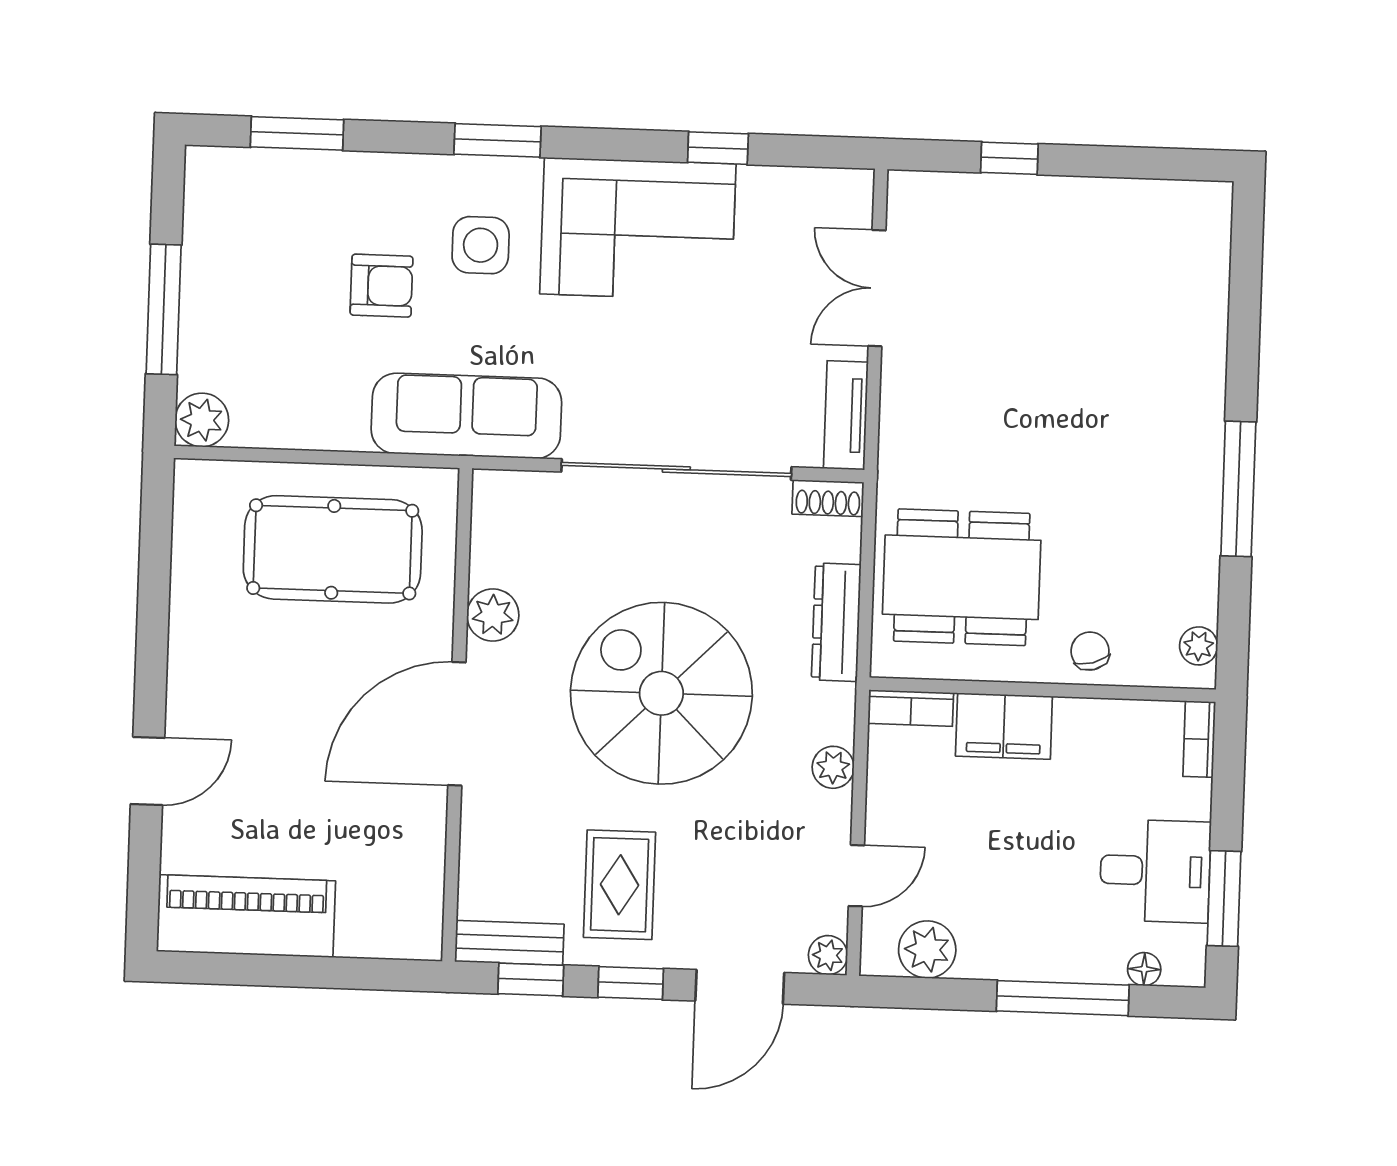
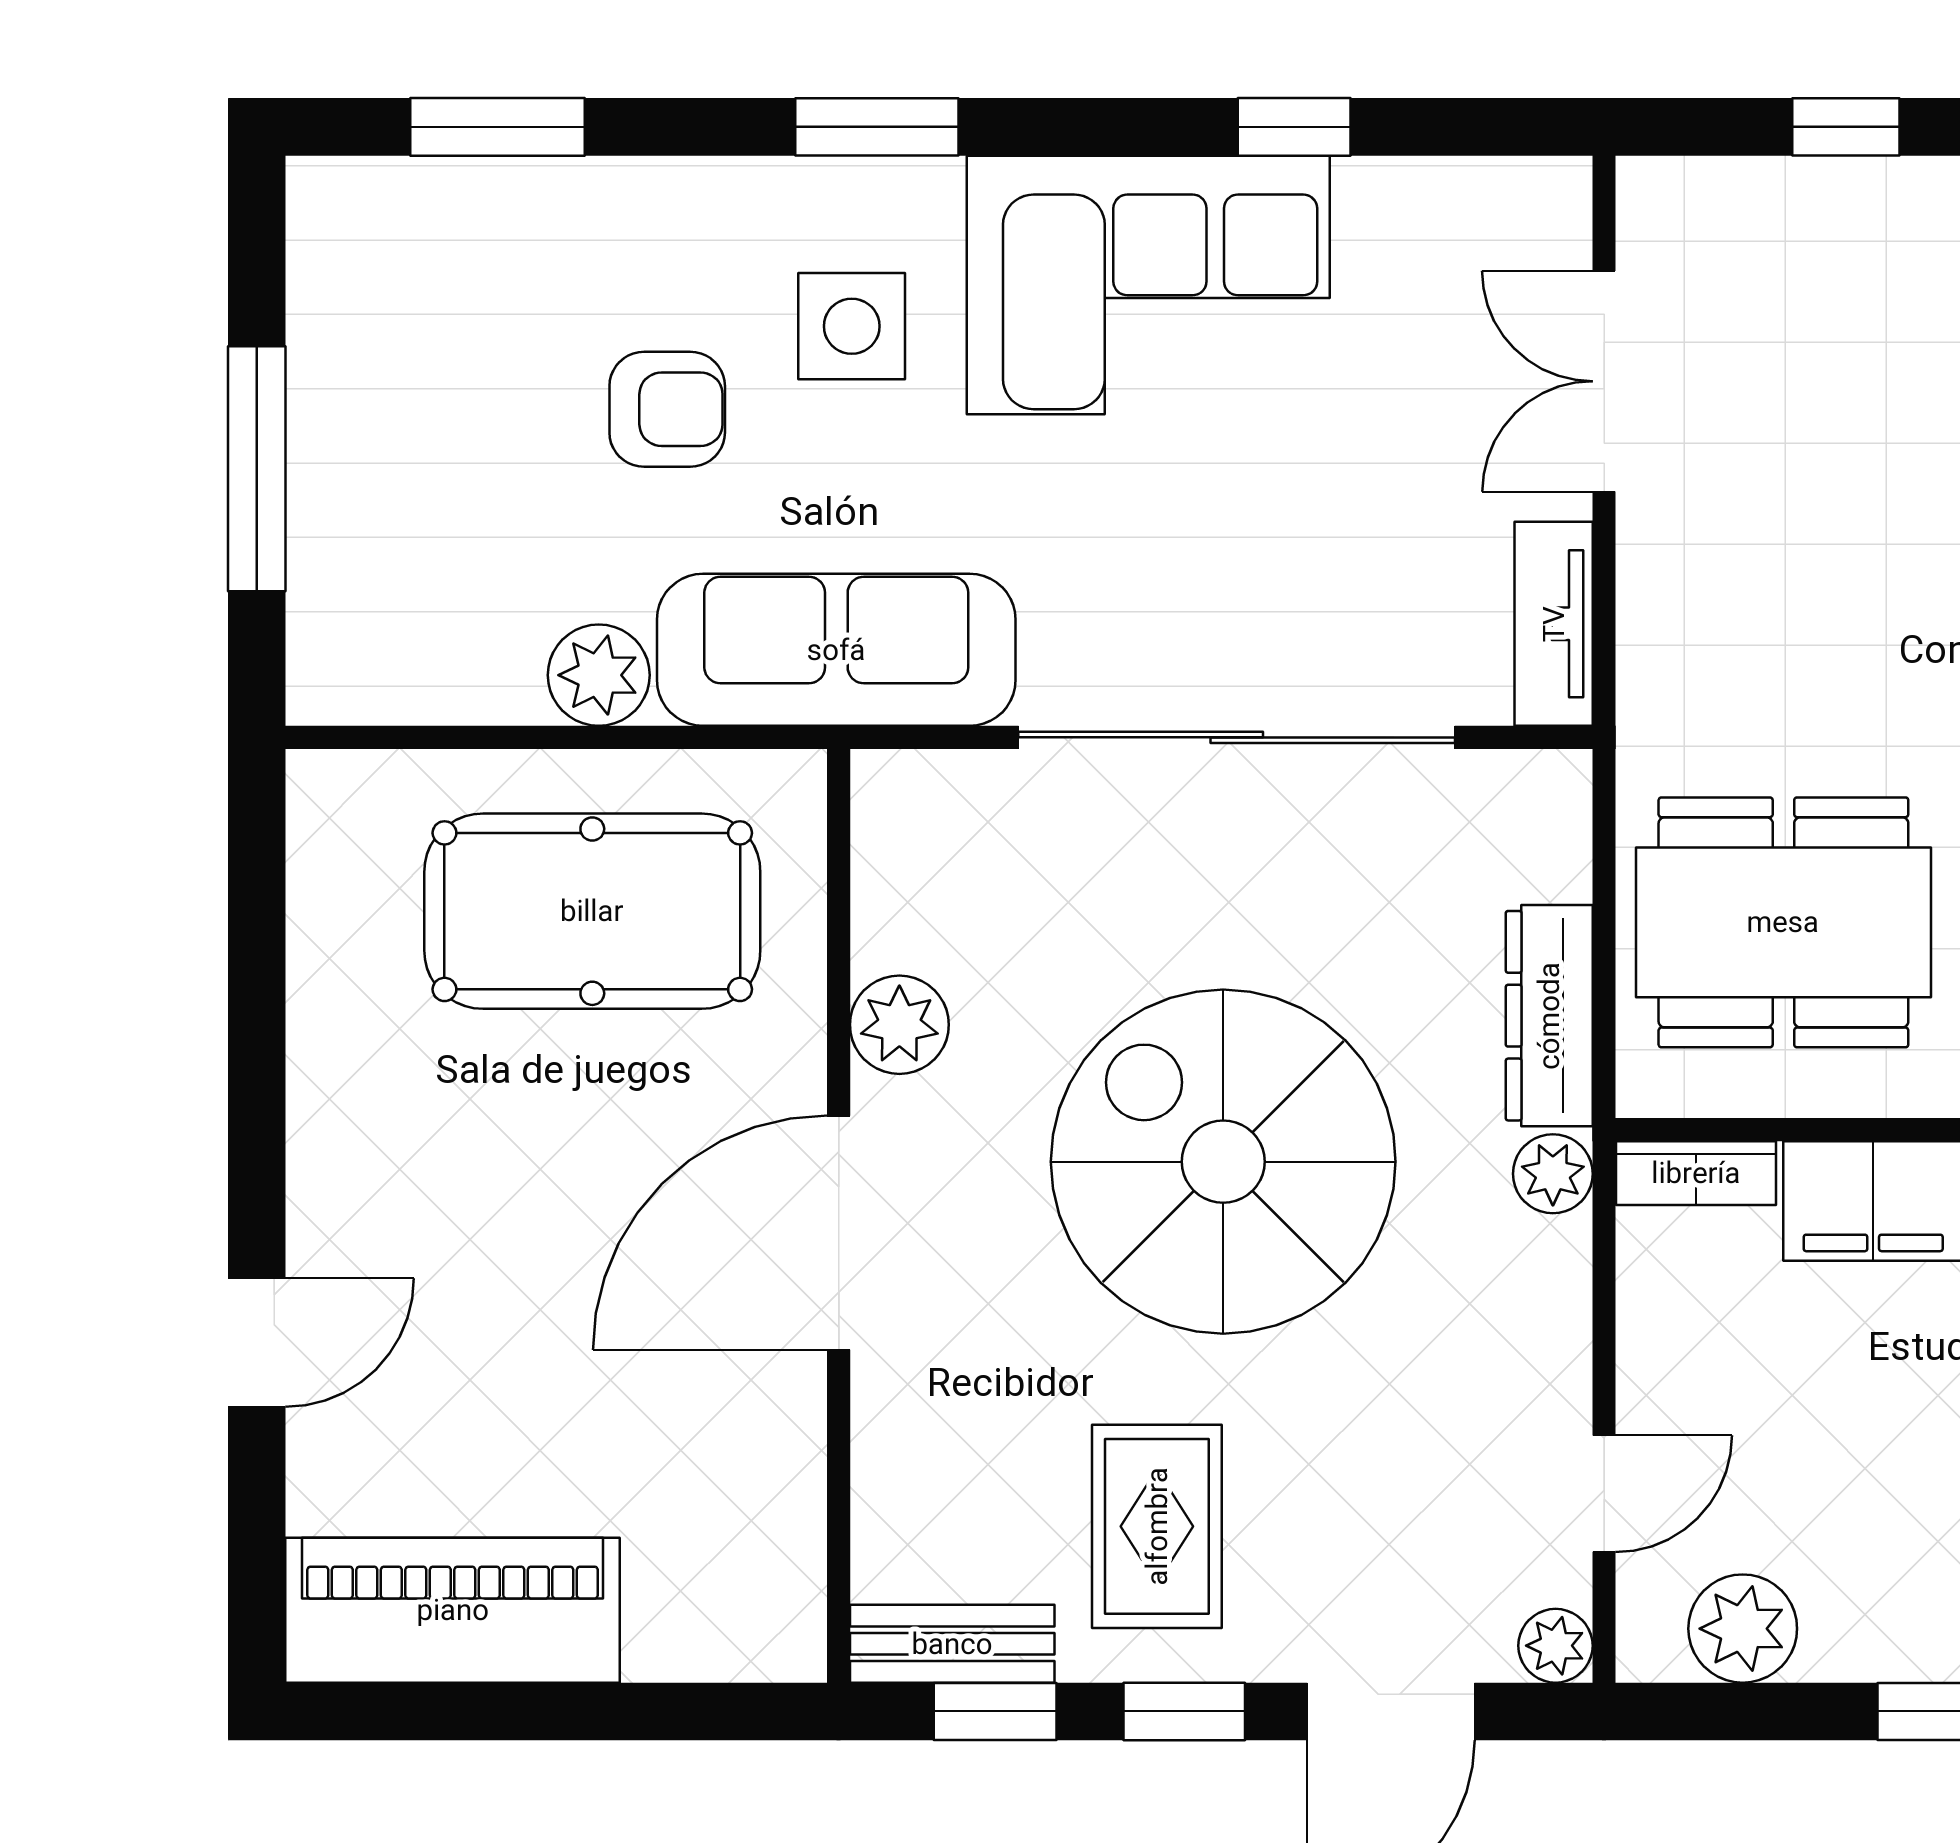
plant: (202, 420) -> (599, 675), moved
shoe rack: (828, 498) -> (1525, 781), removed
plant: (833, 767) -> (1553, 1174), moved

